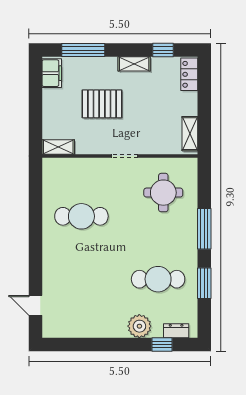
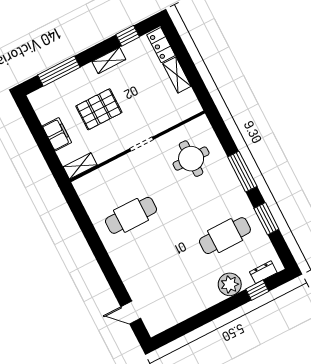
filing cabinet: (52, 73) -> (57, 134), moved
shelving: (190, 134) -> (177, 75), moved

